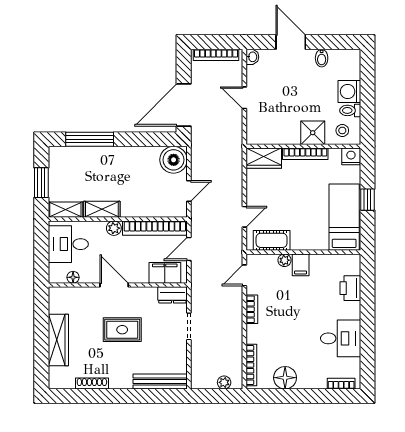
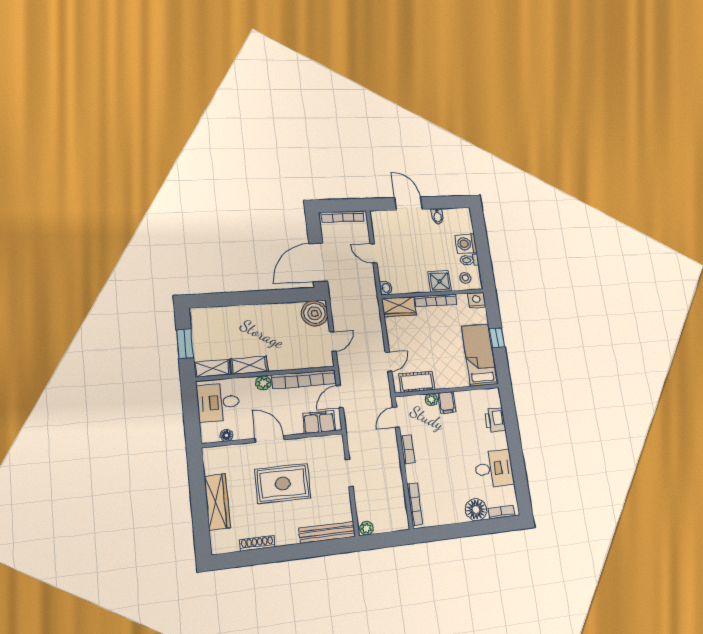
washbasin: (252, 57) -> (386, 288), moved
window: (90, 139) -> (230, 299), removed
dresser: (172, 295) -> (329, 443), removed
rug: (122, 330) -> (283, 483), width x1.36, depth x1.43
floor lamp: (285, 378) -> (476, 510), moved
plant: (224, 382) -> (367, 528), moved

